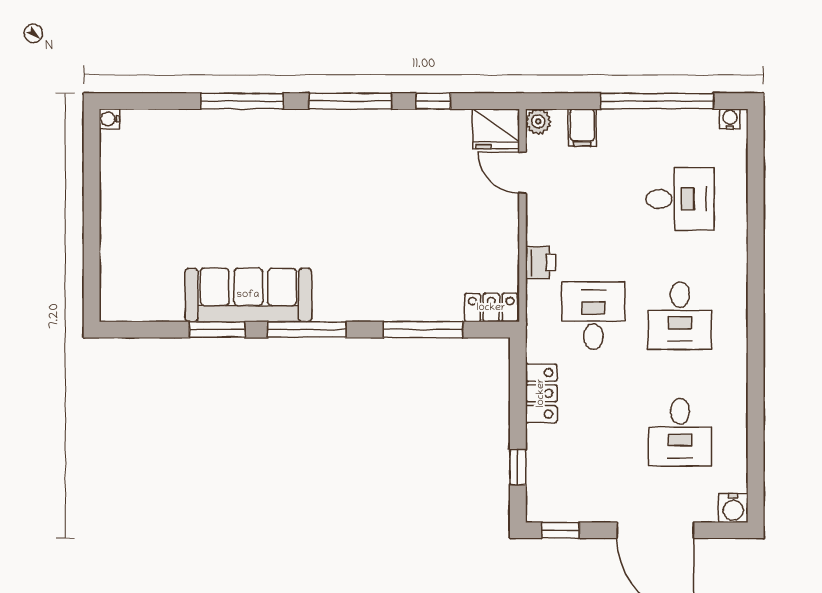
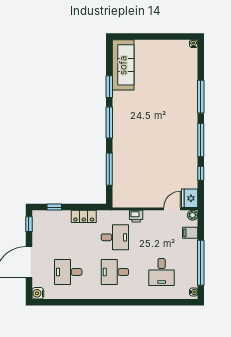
sofa: (248, 295) -> (123, 65), moved
locker: (491, 308) -> (118, 196), removed

